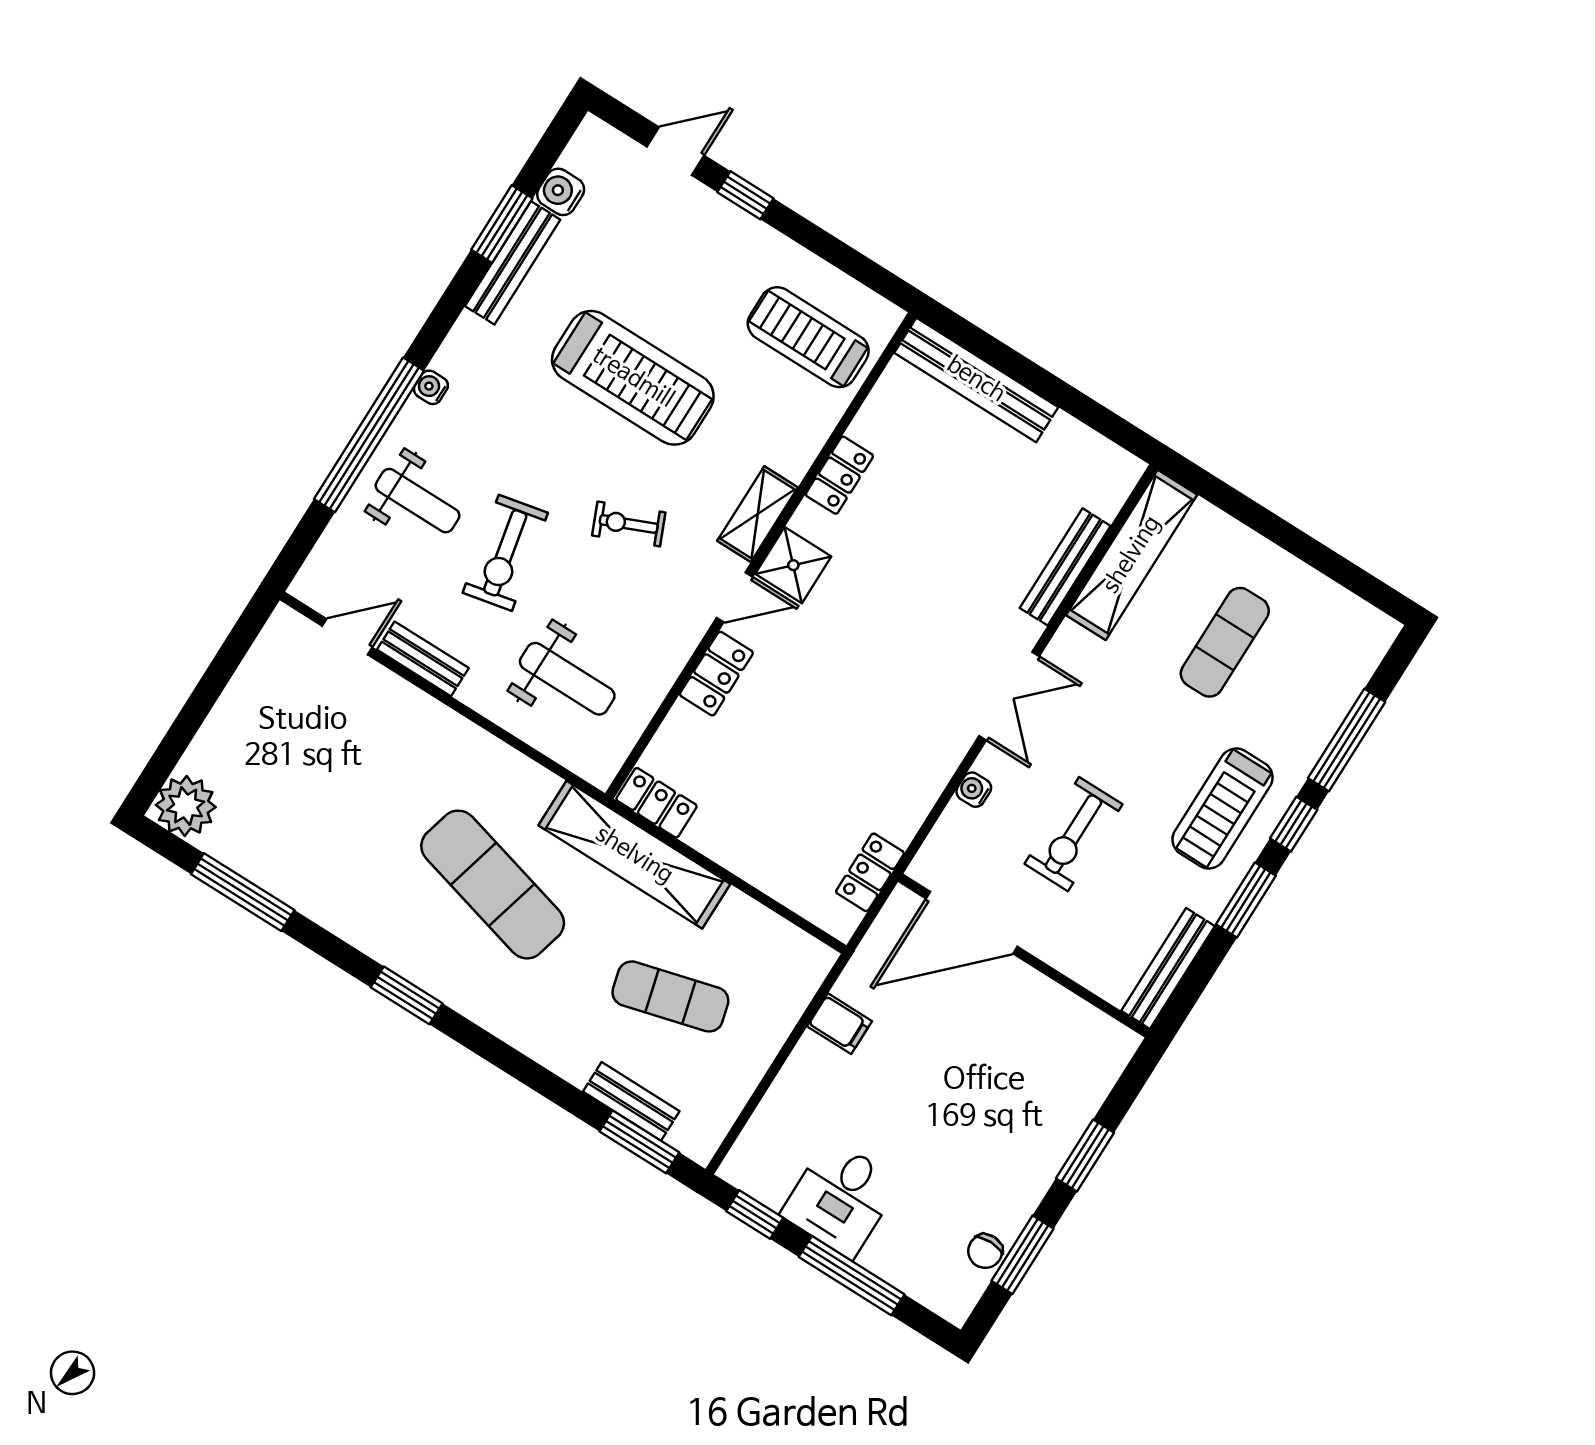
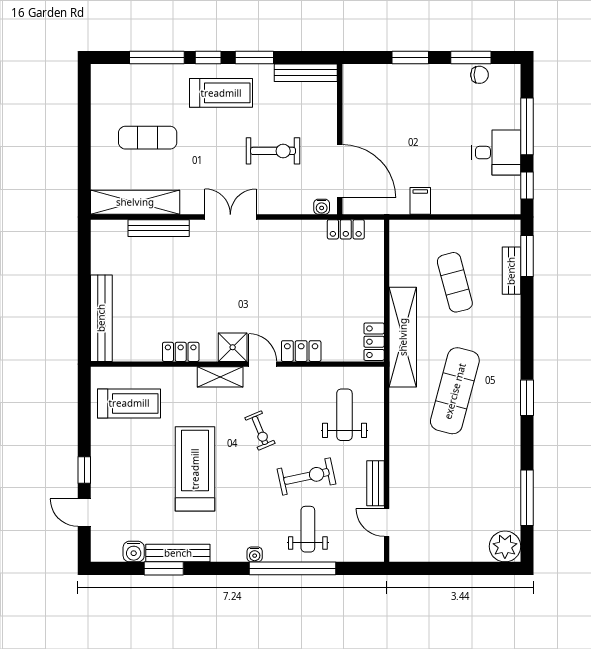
treadmill: (808, 337) -> (129, 403), turned -90
water cooler: (974, 790) -> (322, 207), moved

